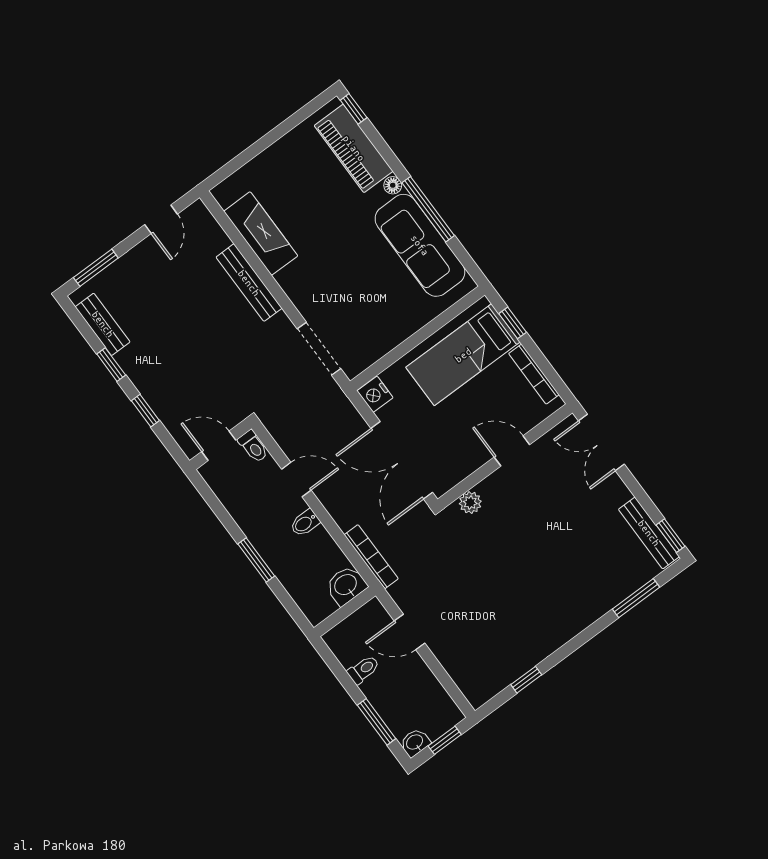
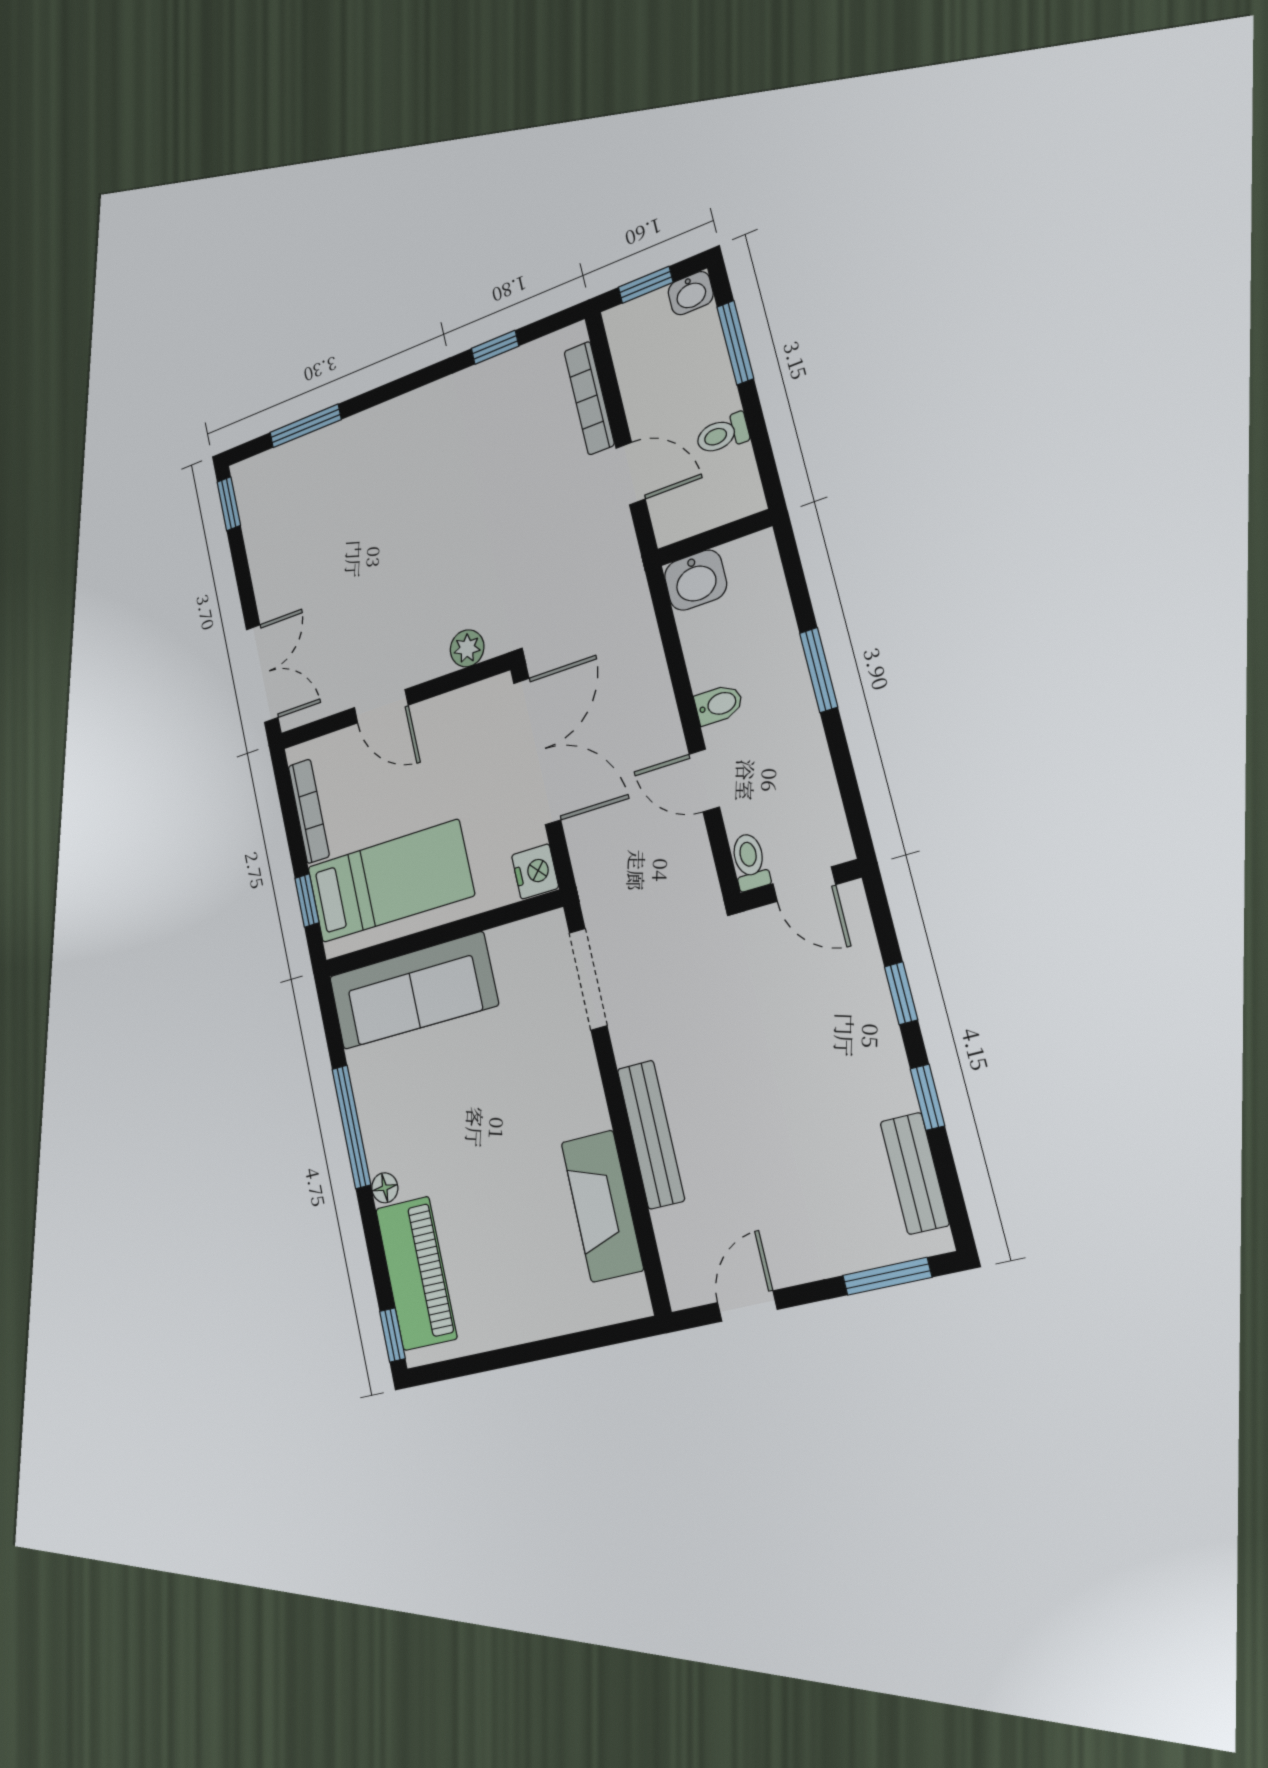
sofa: (420, 245) -> (413, 991), moved, turned 90
bench: (649, 533) -> (254, 517), removed
bookcase: (371, 557) -> (589, 398), moved

